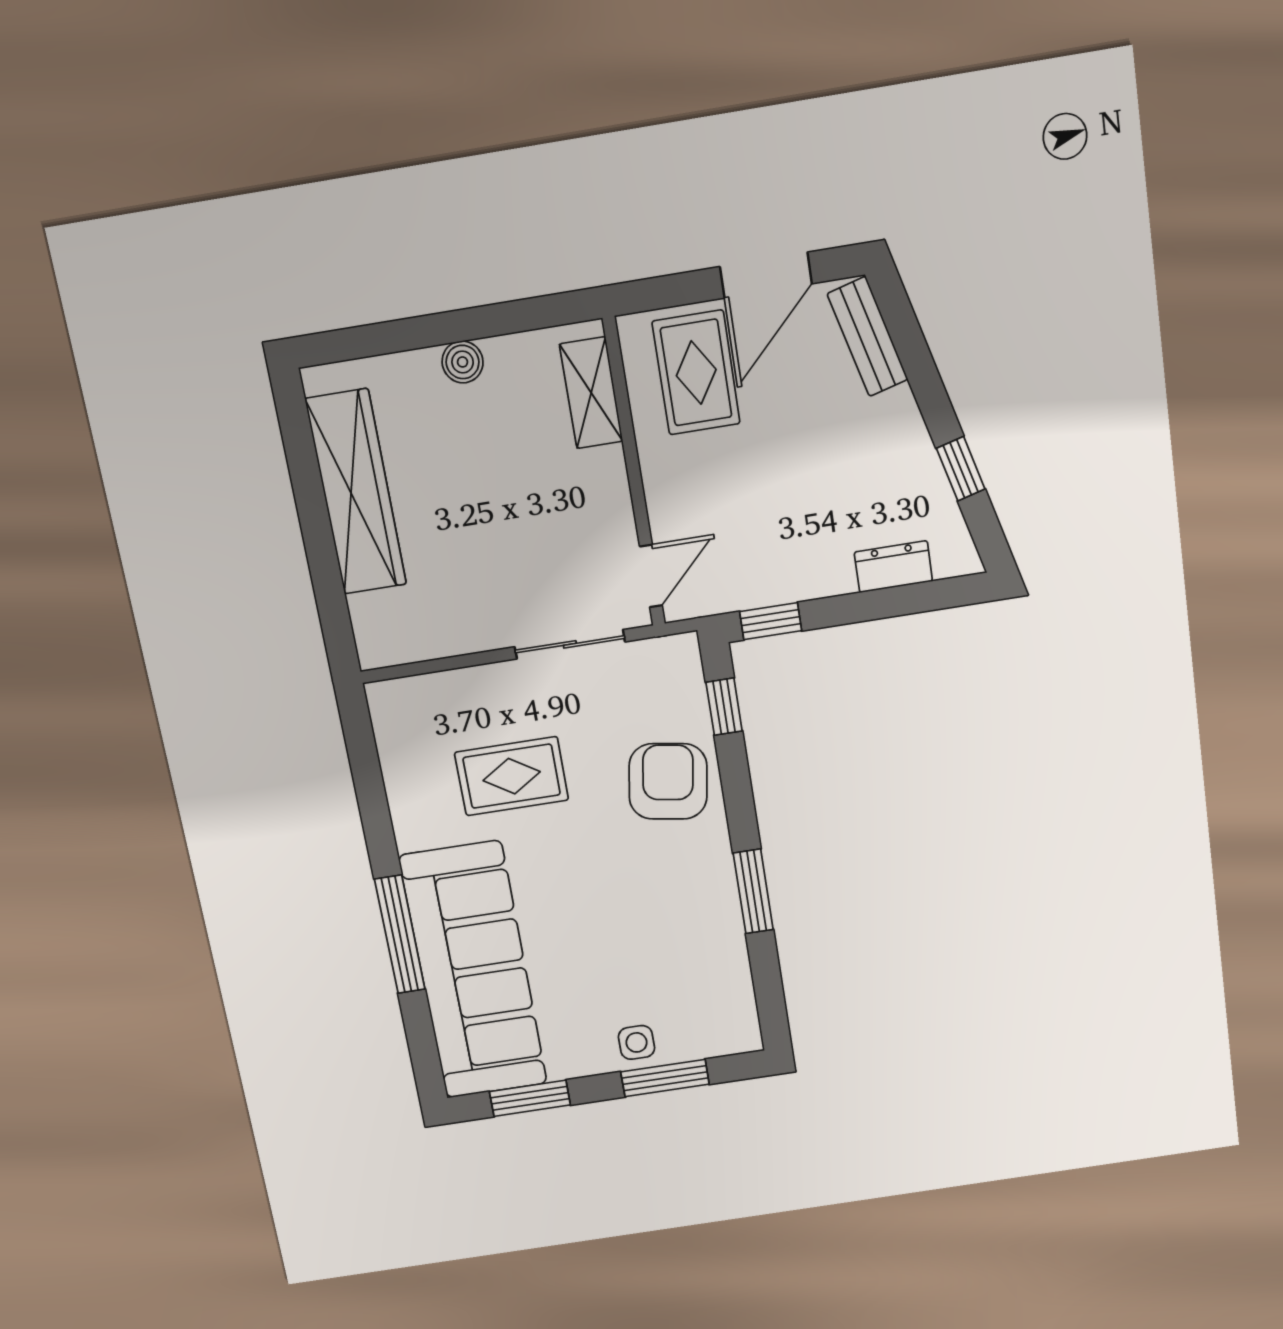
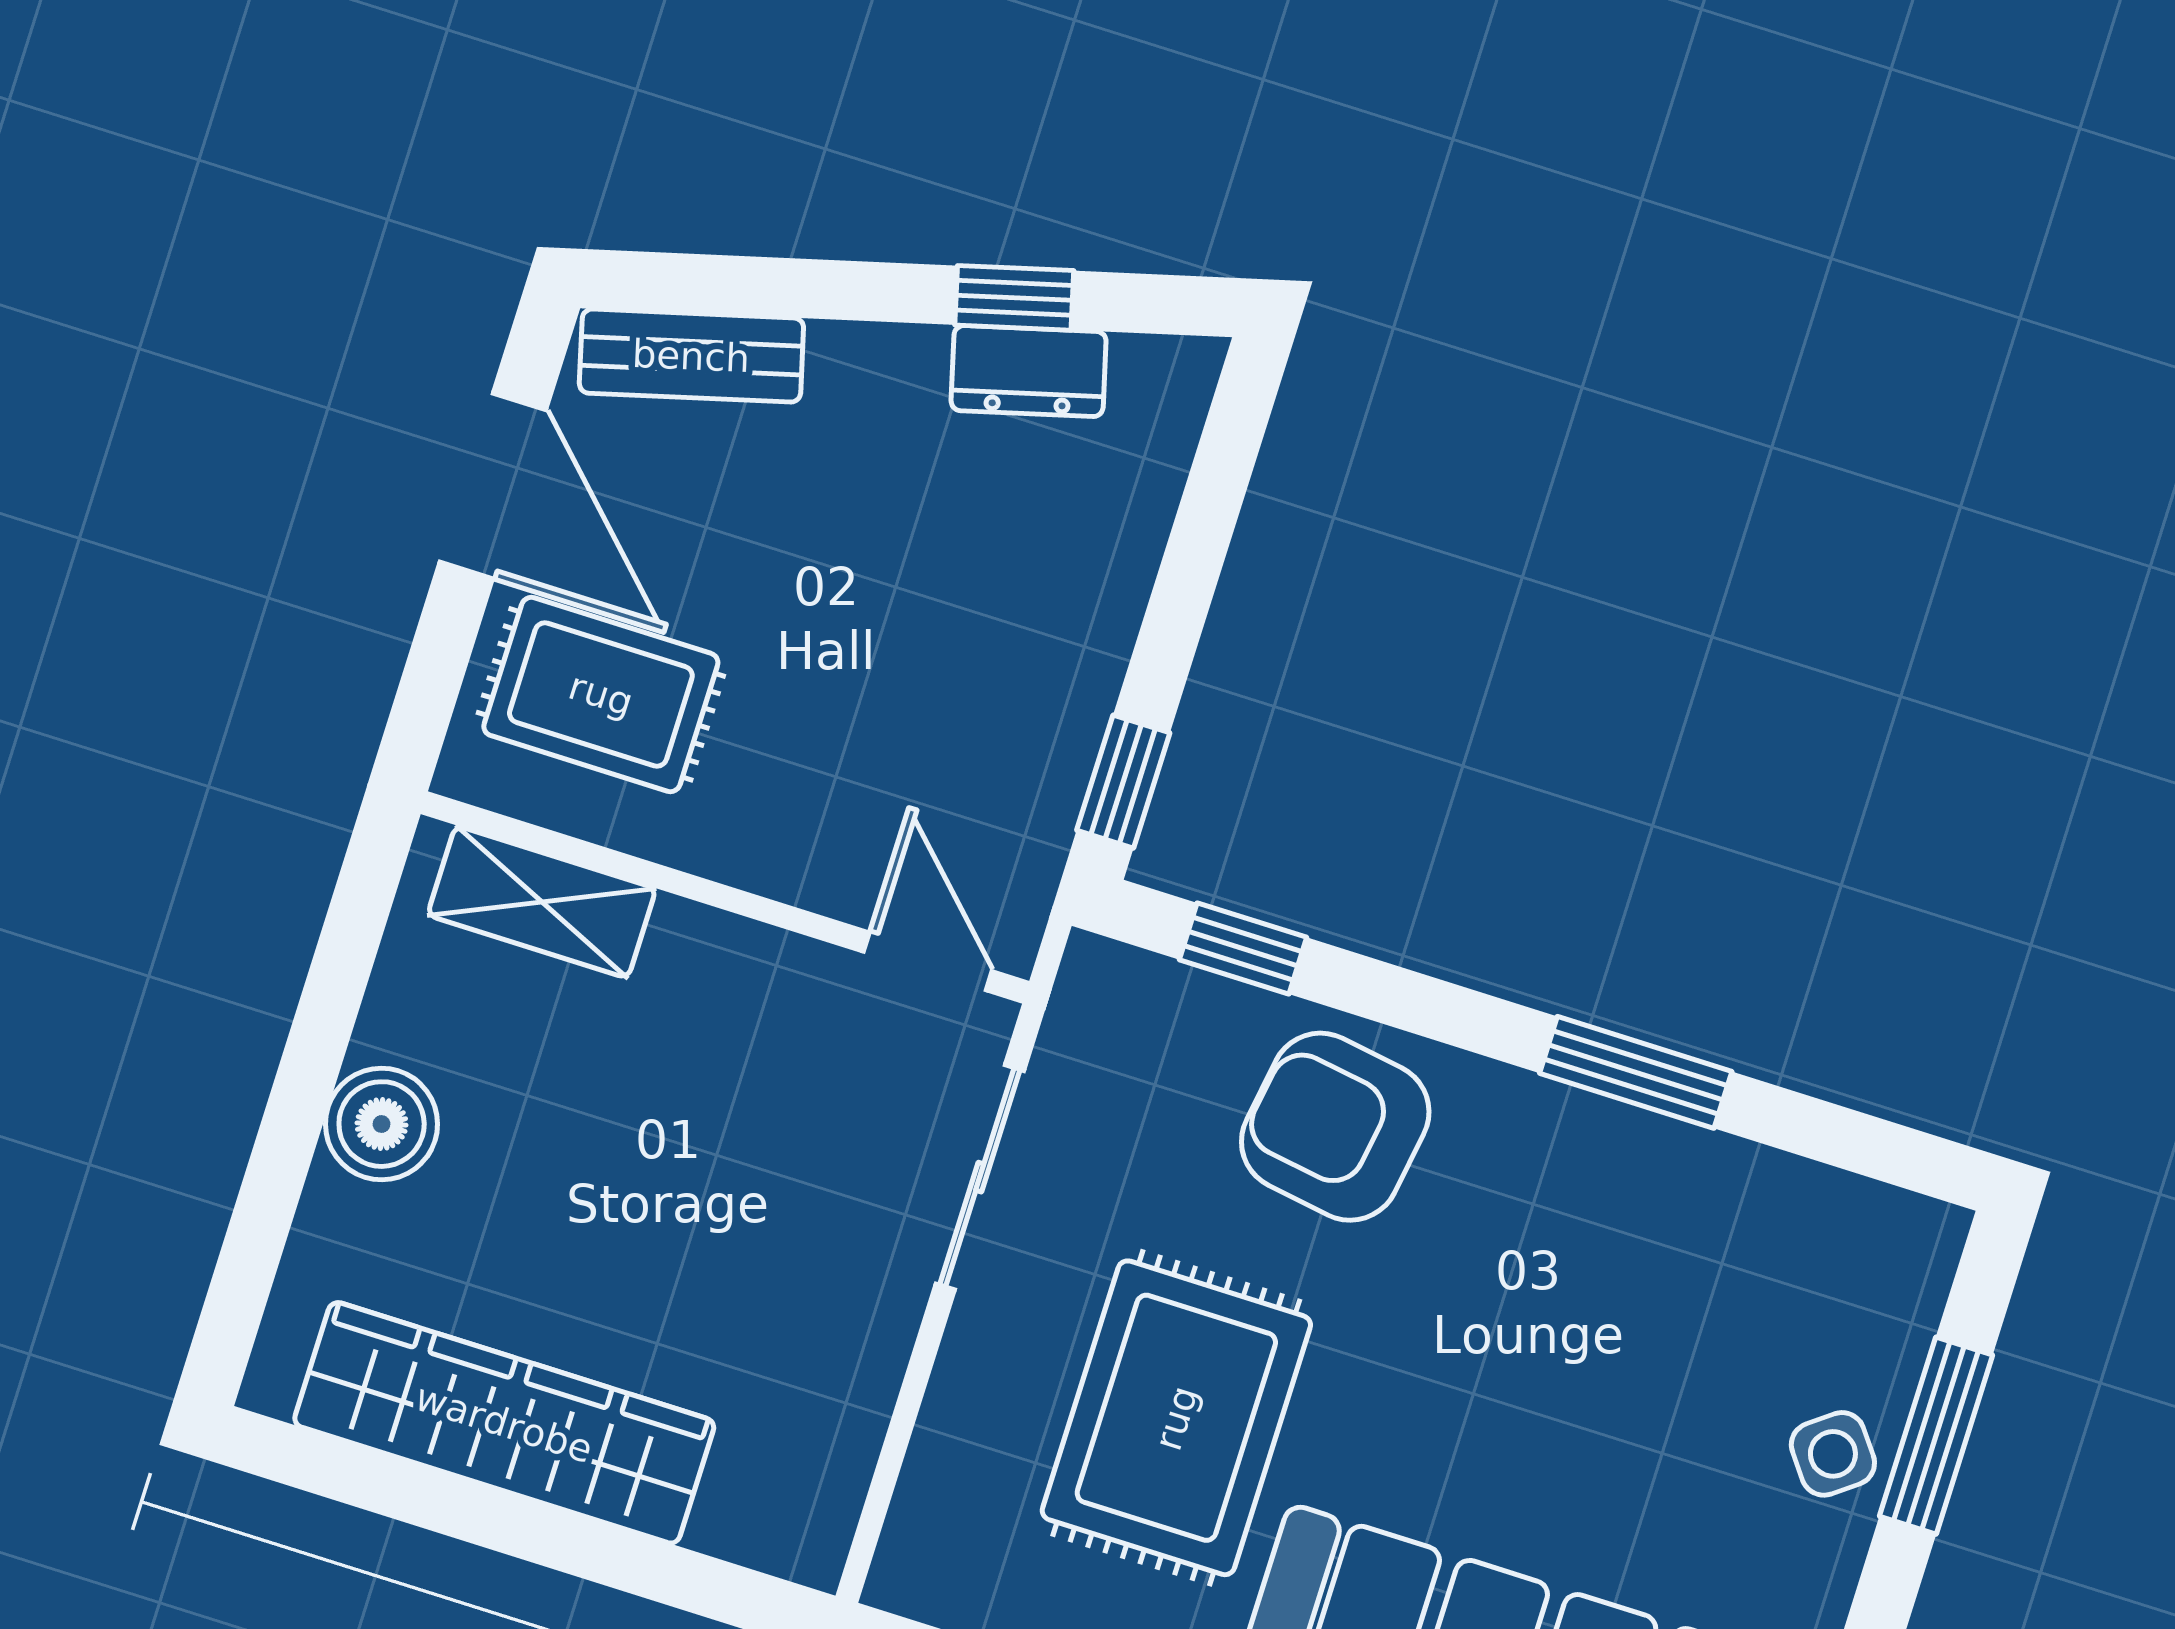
boiler: (463, 362) -> (382, 1124), width x1.36, depth x1.36
dresser: (893, 567) -> (1029, 371), moved, turned -105
rug: (512, 776) -> (1176, 1418), width x1.36, depth x1.43
side table: (637, 1042) -> (1833, 1454), turned -37

